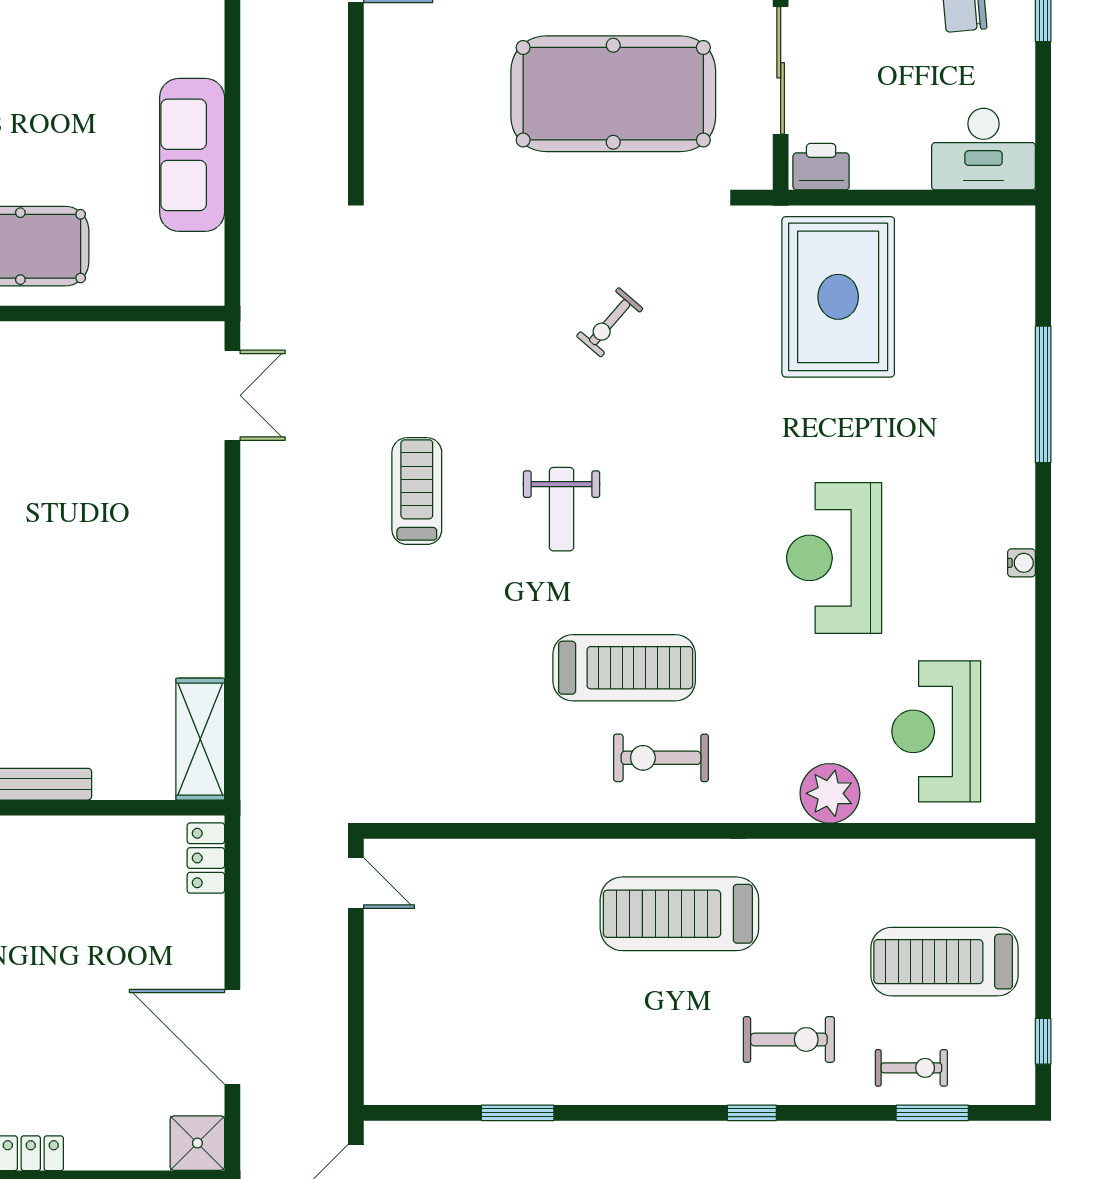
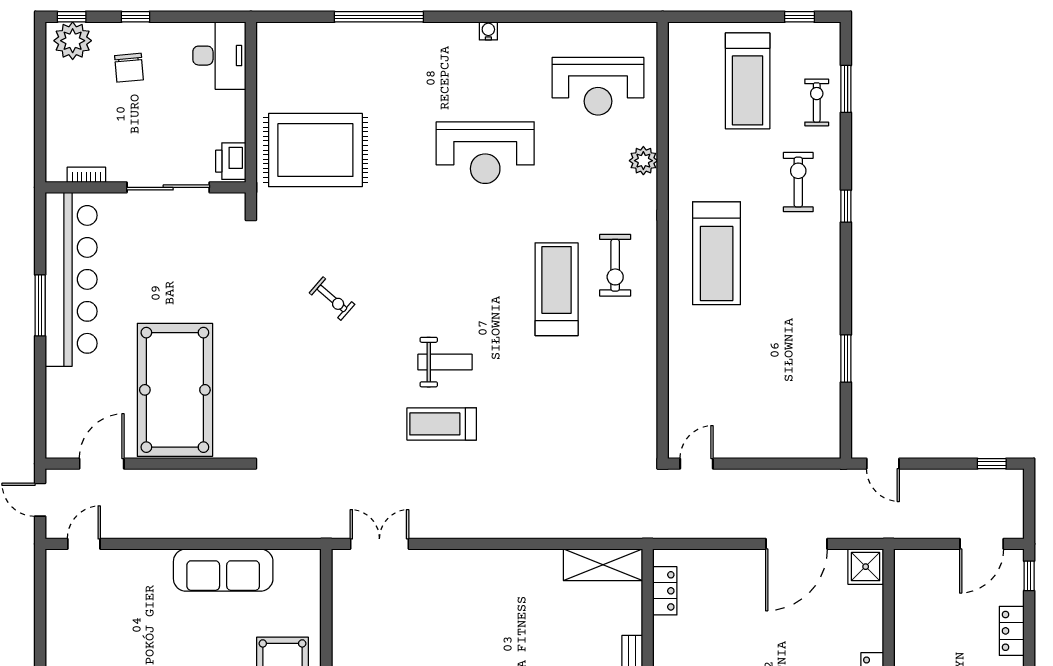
pool table: (613, 94) -> (175, 390), moved
weight bench: (562, 509) -> (445, 362), moved
plant: (830, 793) -> (643, 161), width x0.73, depth x0.73
locker: (206, 858) -> (665, 591), moved, turned -90

